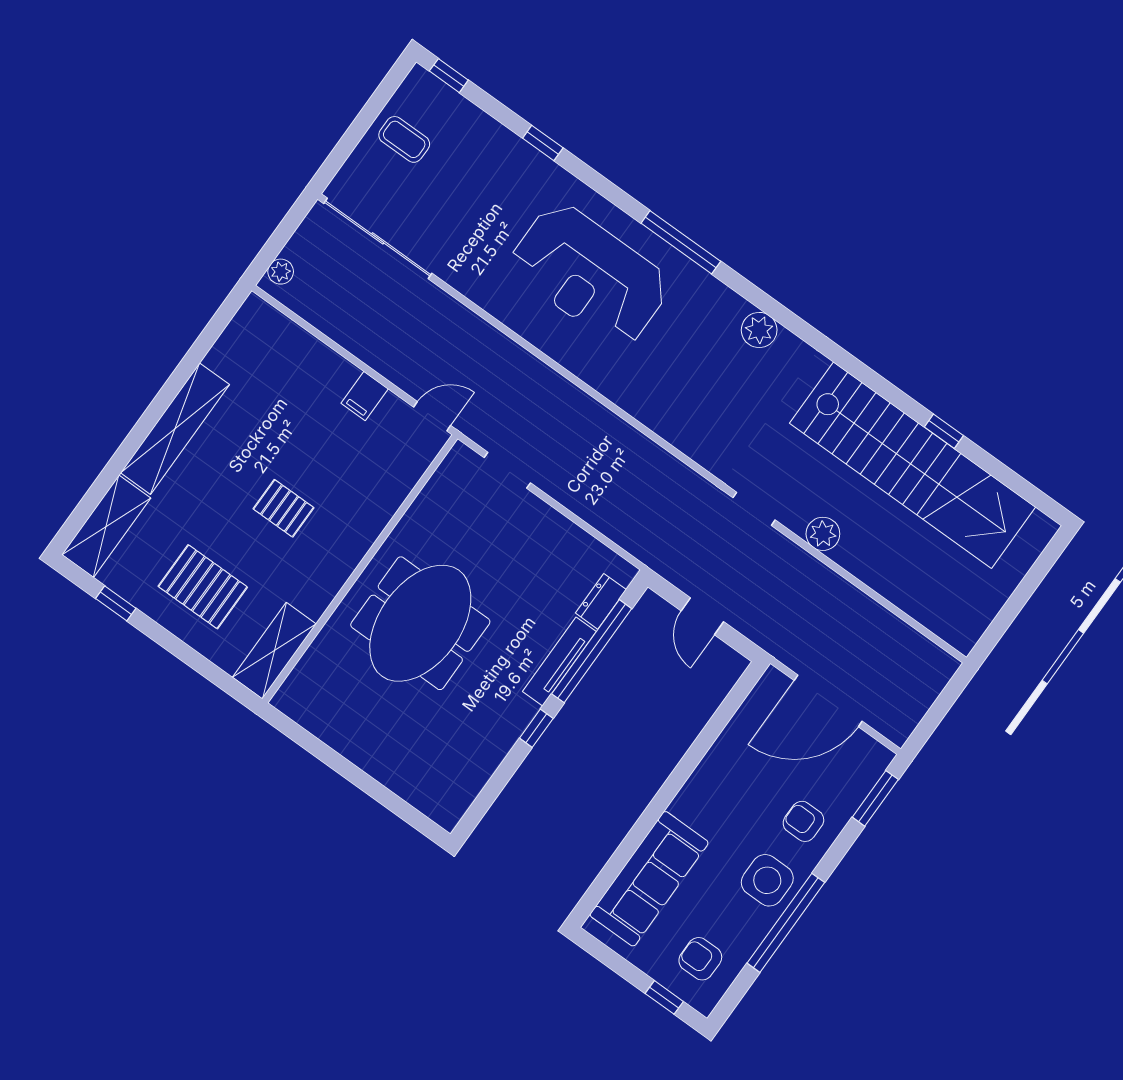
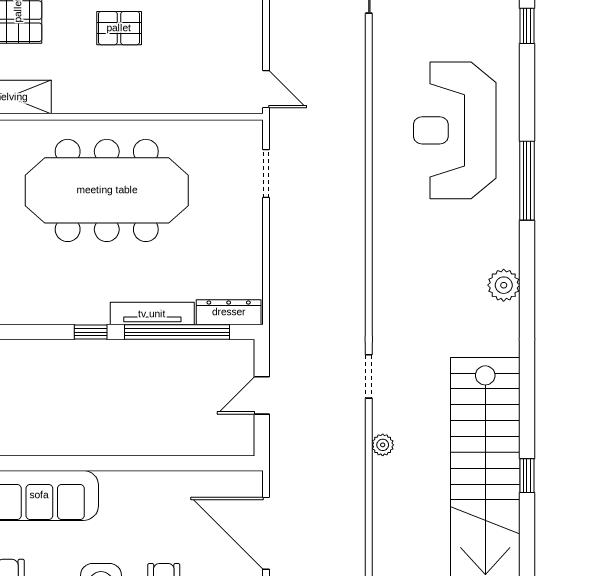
filing cabinet: (365, 396) -> (245, 28), removed
pallet: (283, 508) -> (119, 28), turned 90
plant: (823, 534) -> (383, 445), width x0.73, depth x0.73
dresser: (601, 601) -> (229, 312), width x1.44
meeting table: (420, 623) -> (107, 190), width x1.36

